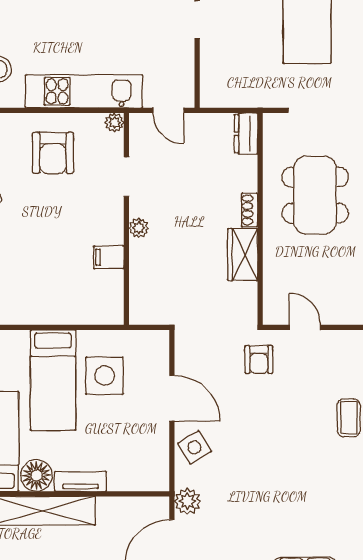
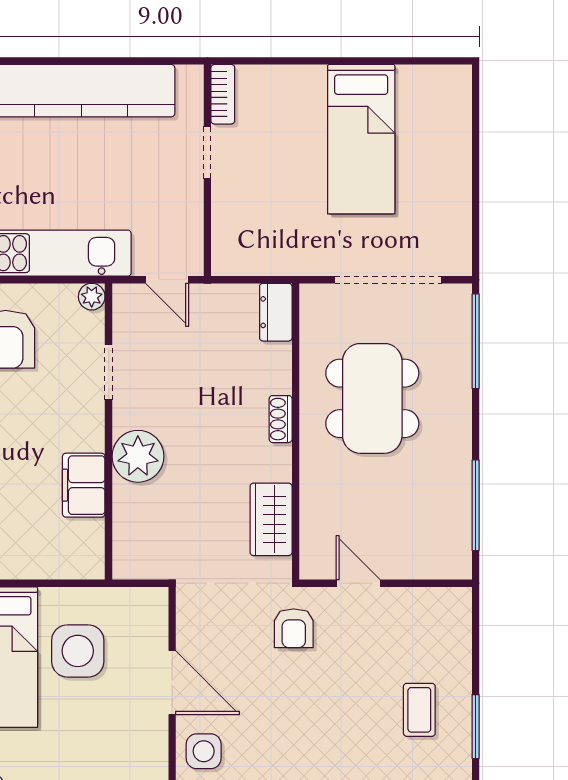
plant: (139, 228) -> (138, 456), width x1.88, depth x1.88
wardrobe: (243, 255) -> (271, 519), moved
filing cabinet: (109, 257) -> (84, 485), width x2.00
side table: (194, 447) -> (204, 751), turned 31

